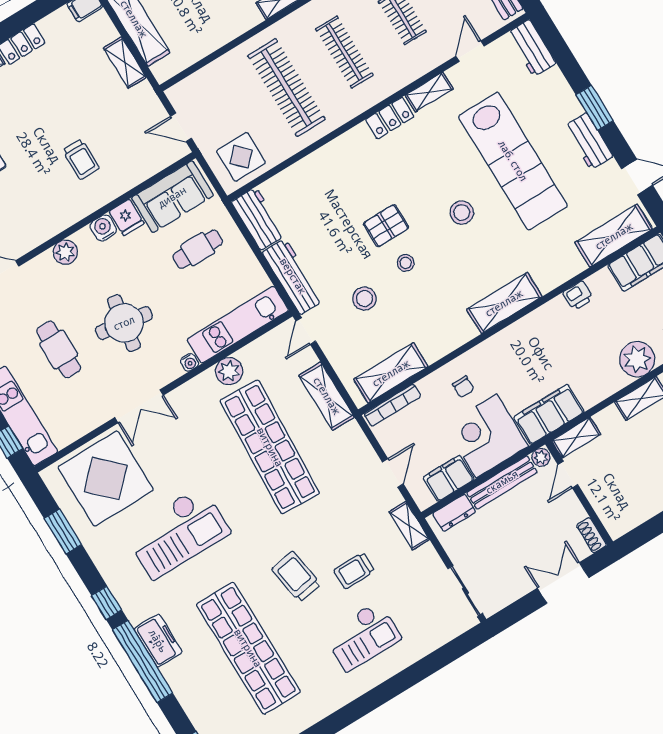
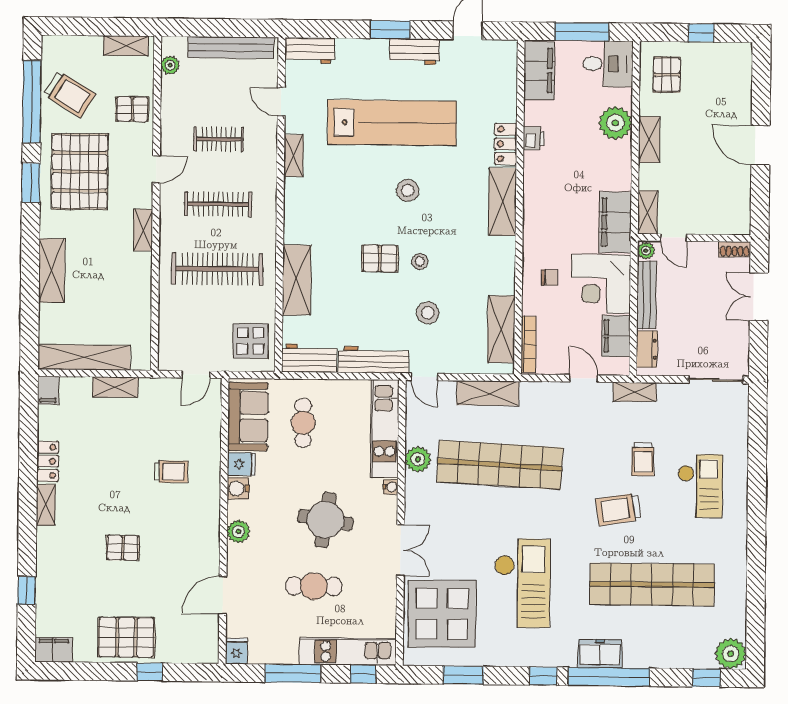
locker: (390, 118) -> (506, 144), moved, turned 180
pallet: (386, 226) -> (380, 258), turned 90
shelving: (614, 236) -> (297, 280), moved

